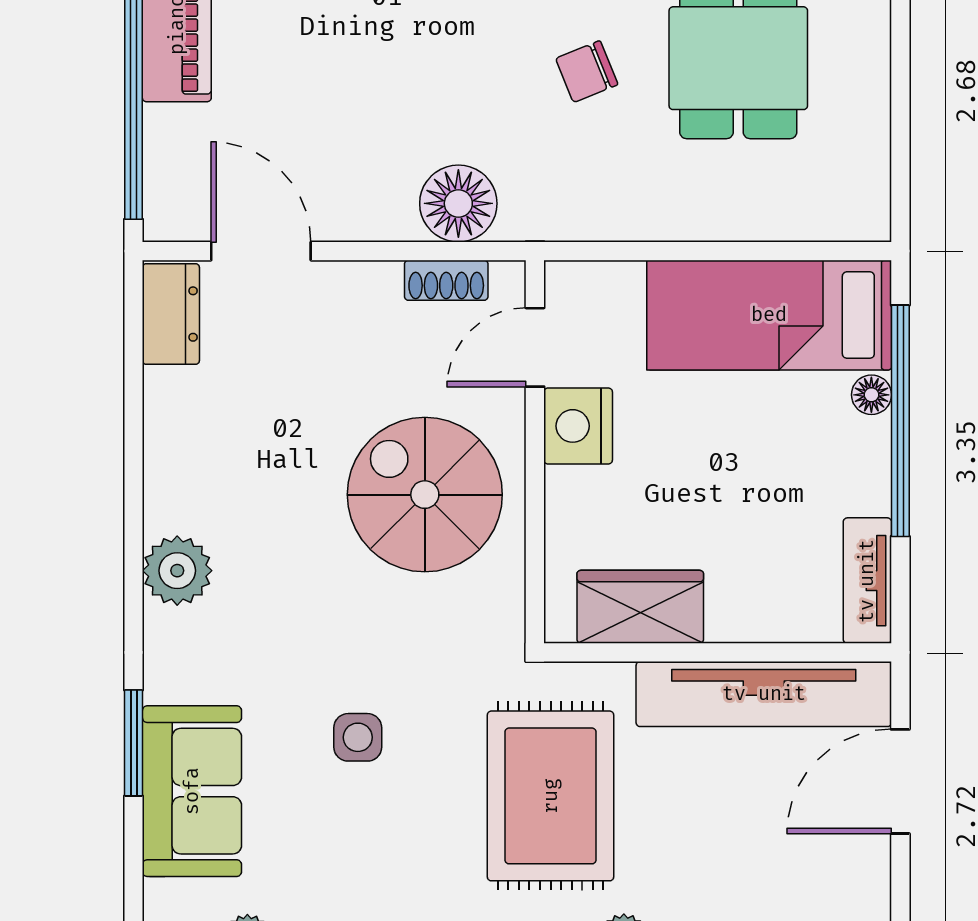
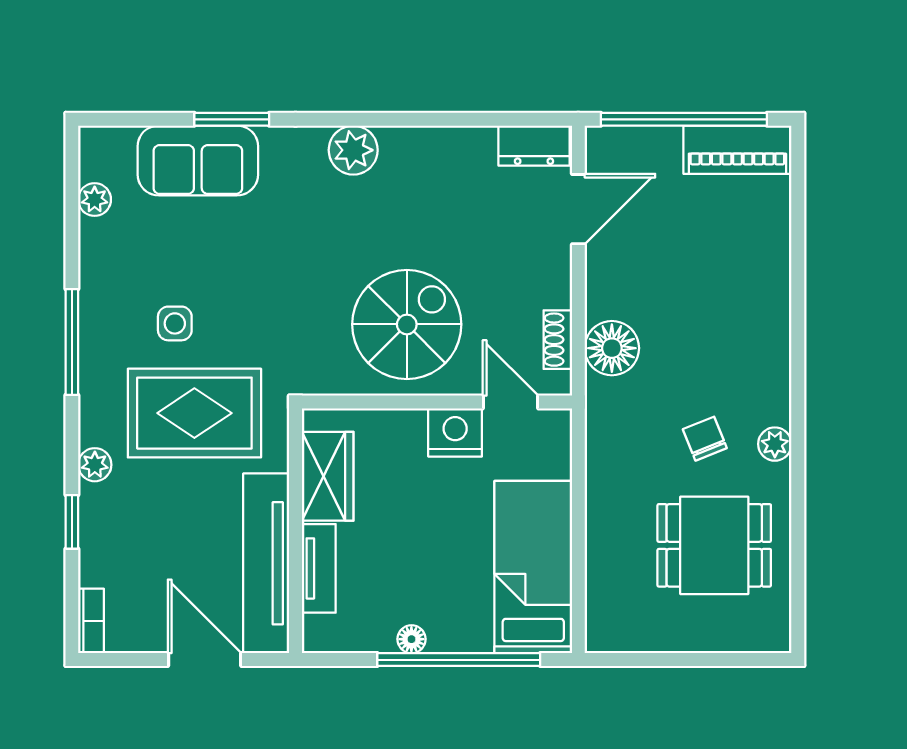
floor lamp: (871, 395) -> (411, 639), moved
tv unit: (867, 581) -> (319, 568), moved, turned 90
side table: (358, 737) -> (175, 323), moved

